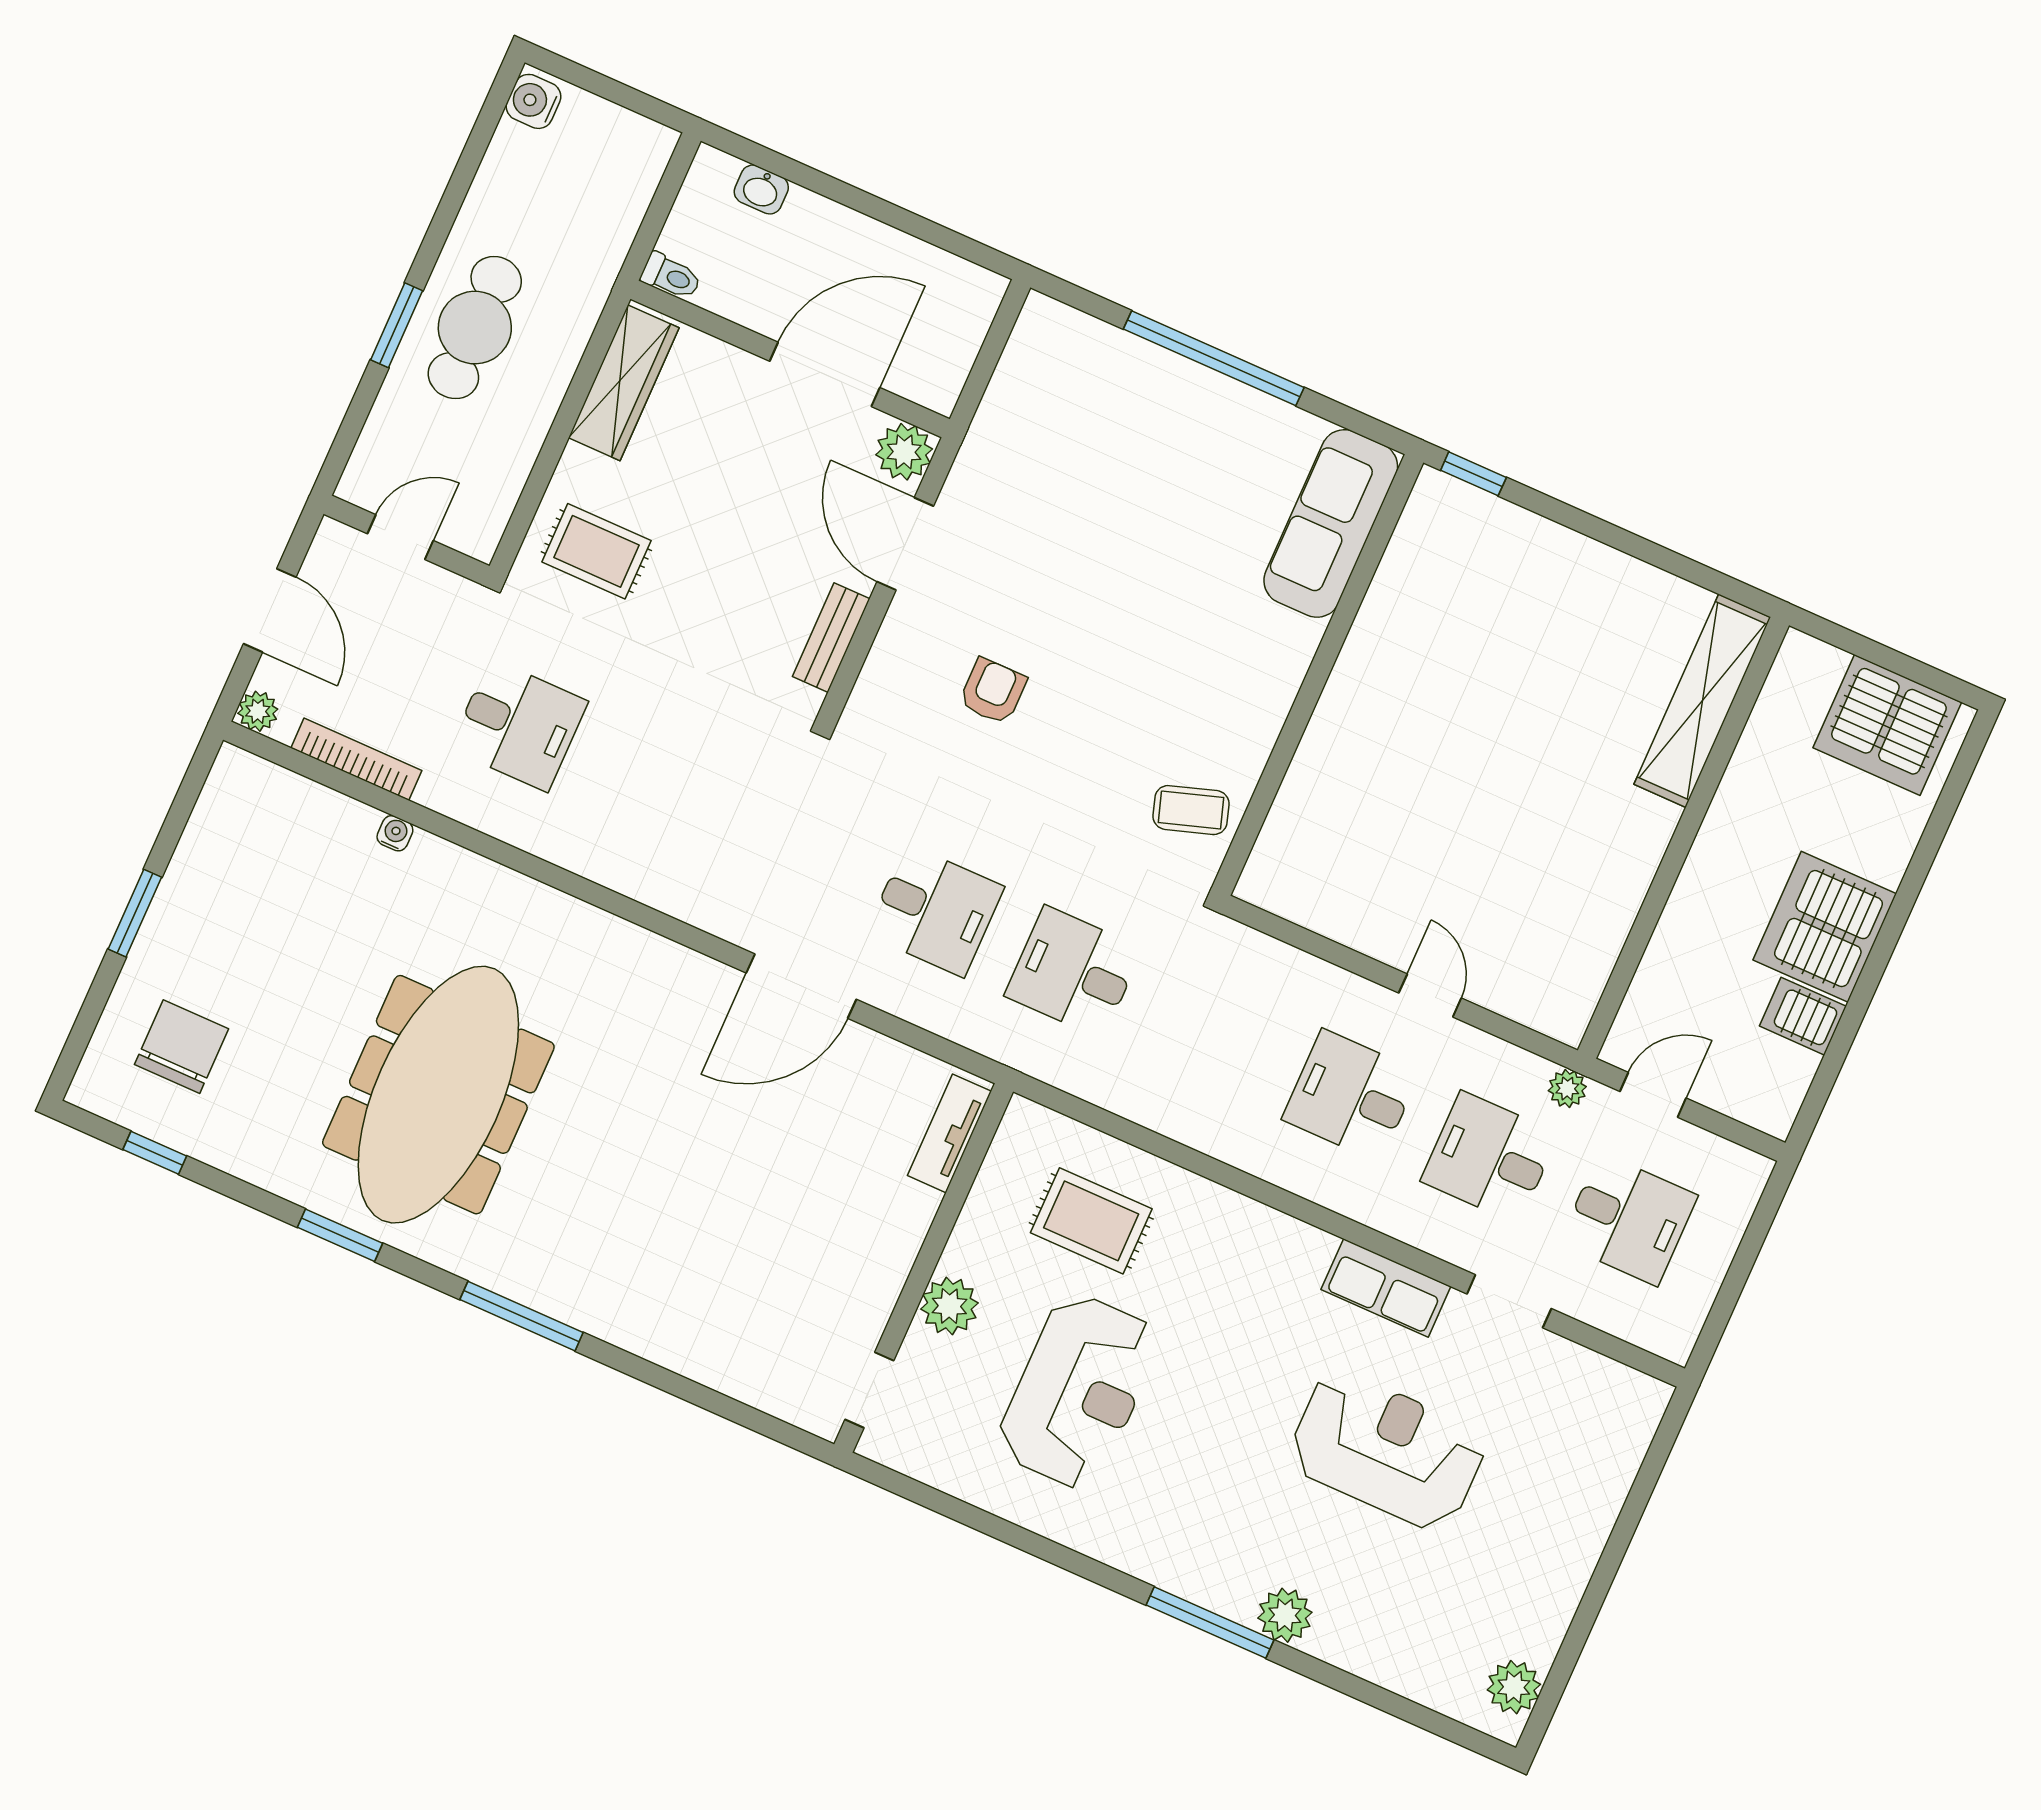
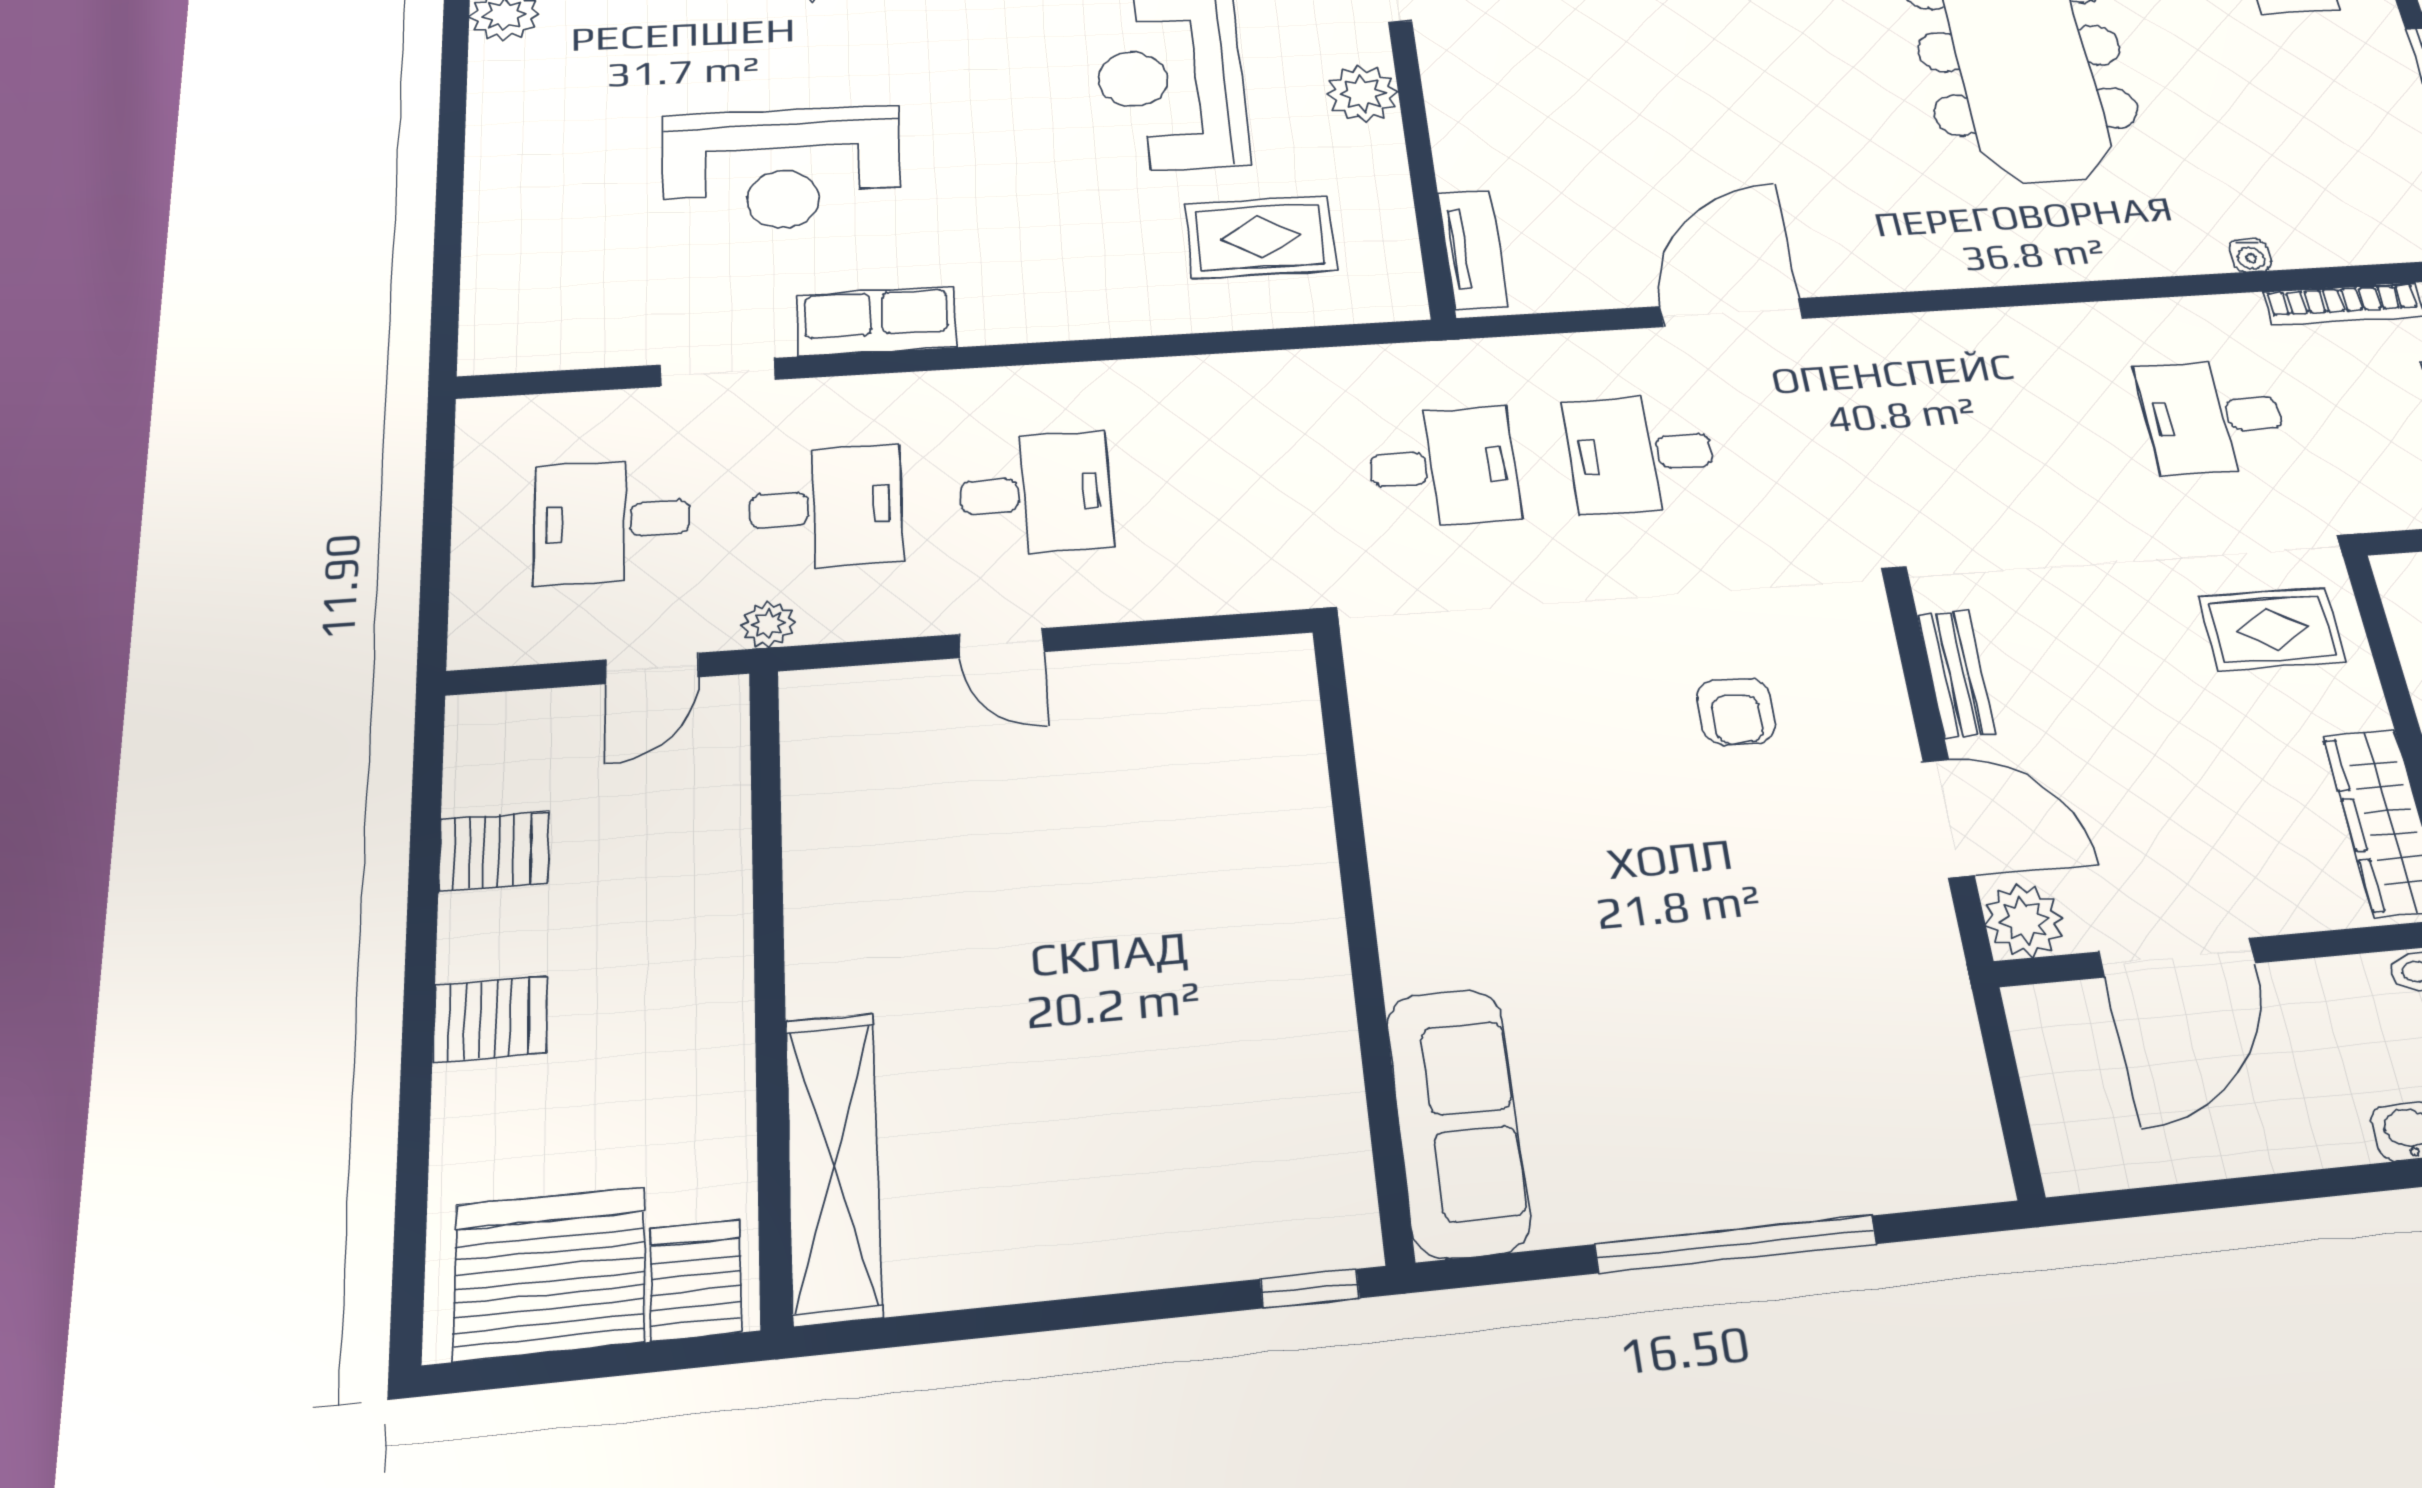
server rack: (1810, 675) -> (695, 1280), added
coffee table: (1191, 810) -> (1419, 701), removed
server rack: (1825, 927) -> (490, 1019), width x0.46, depth x0.70

